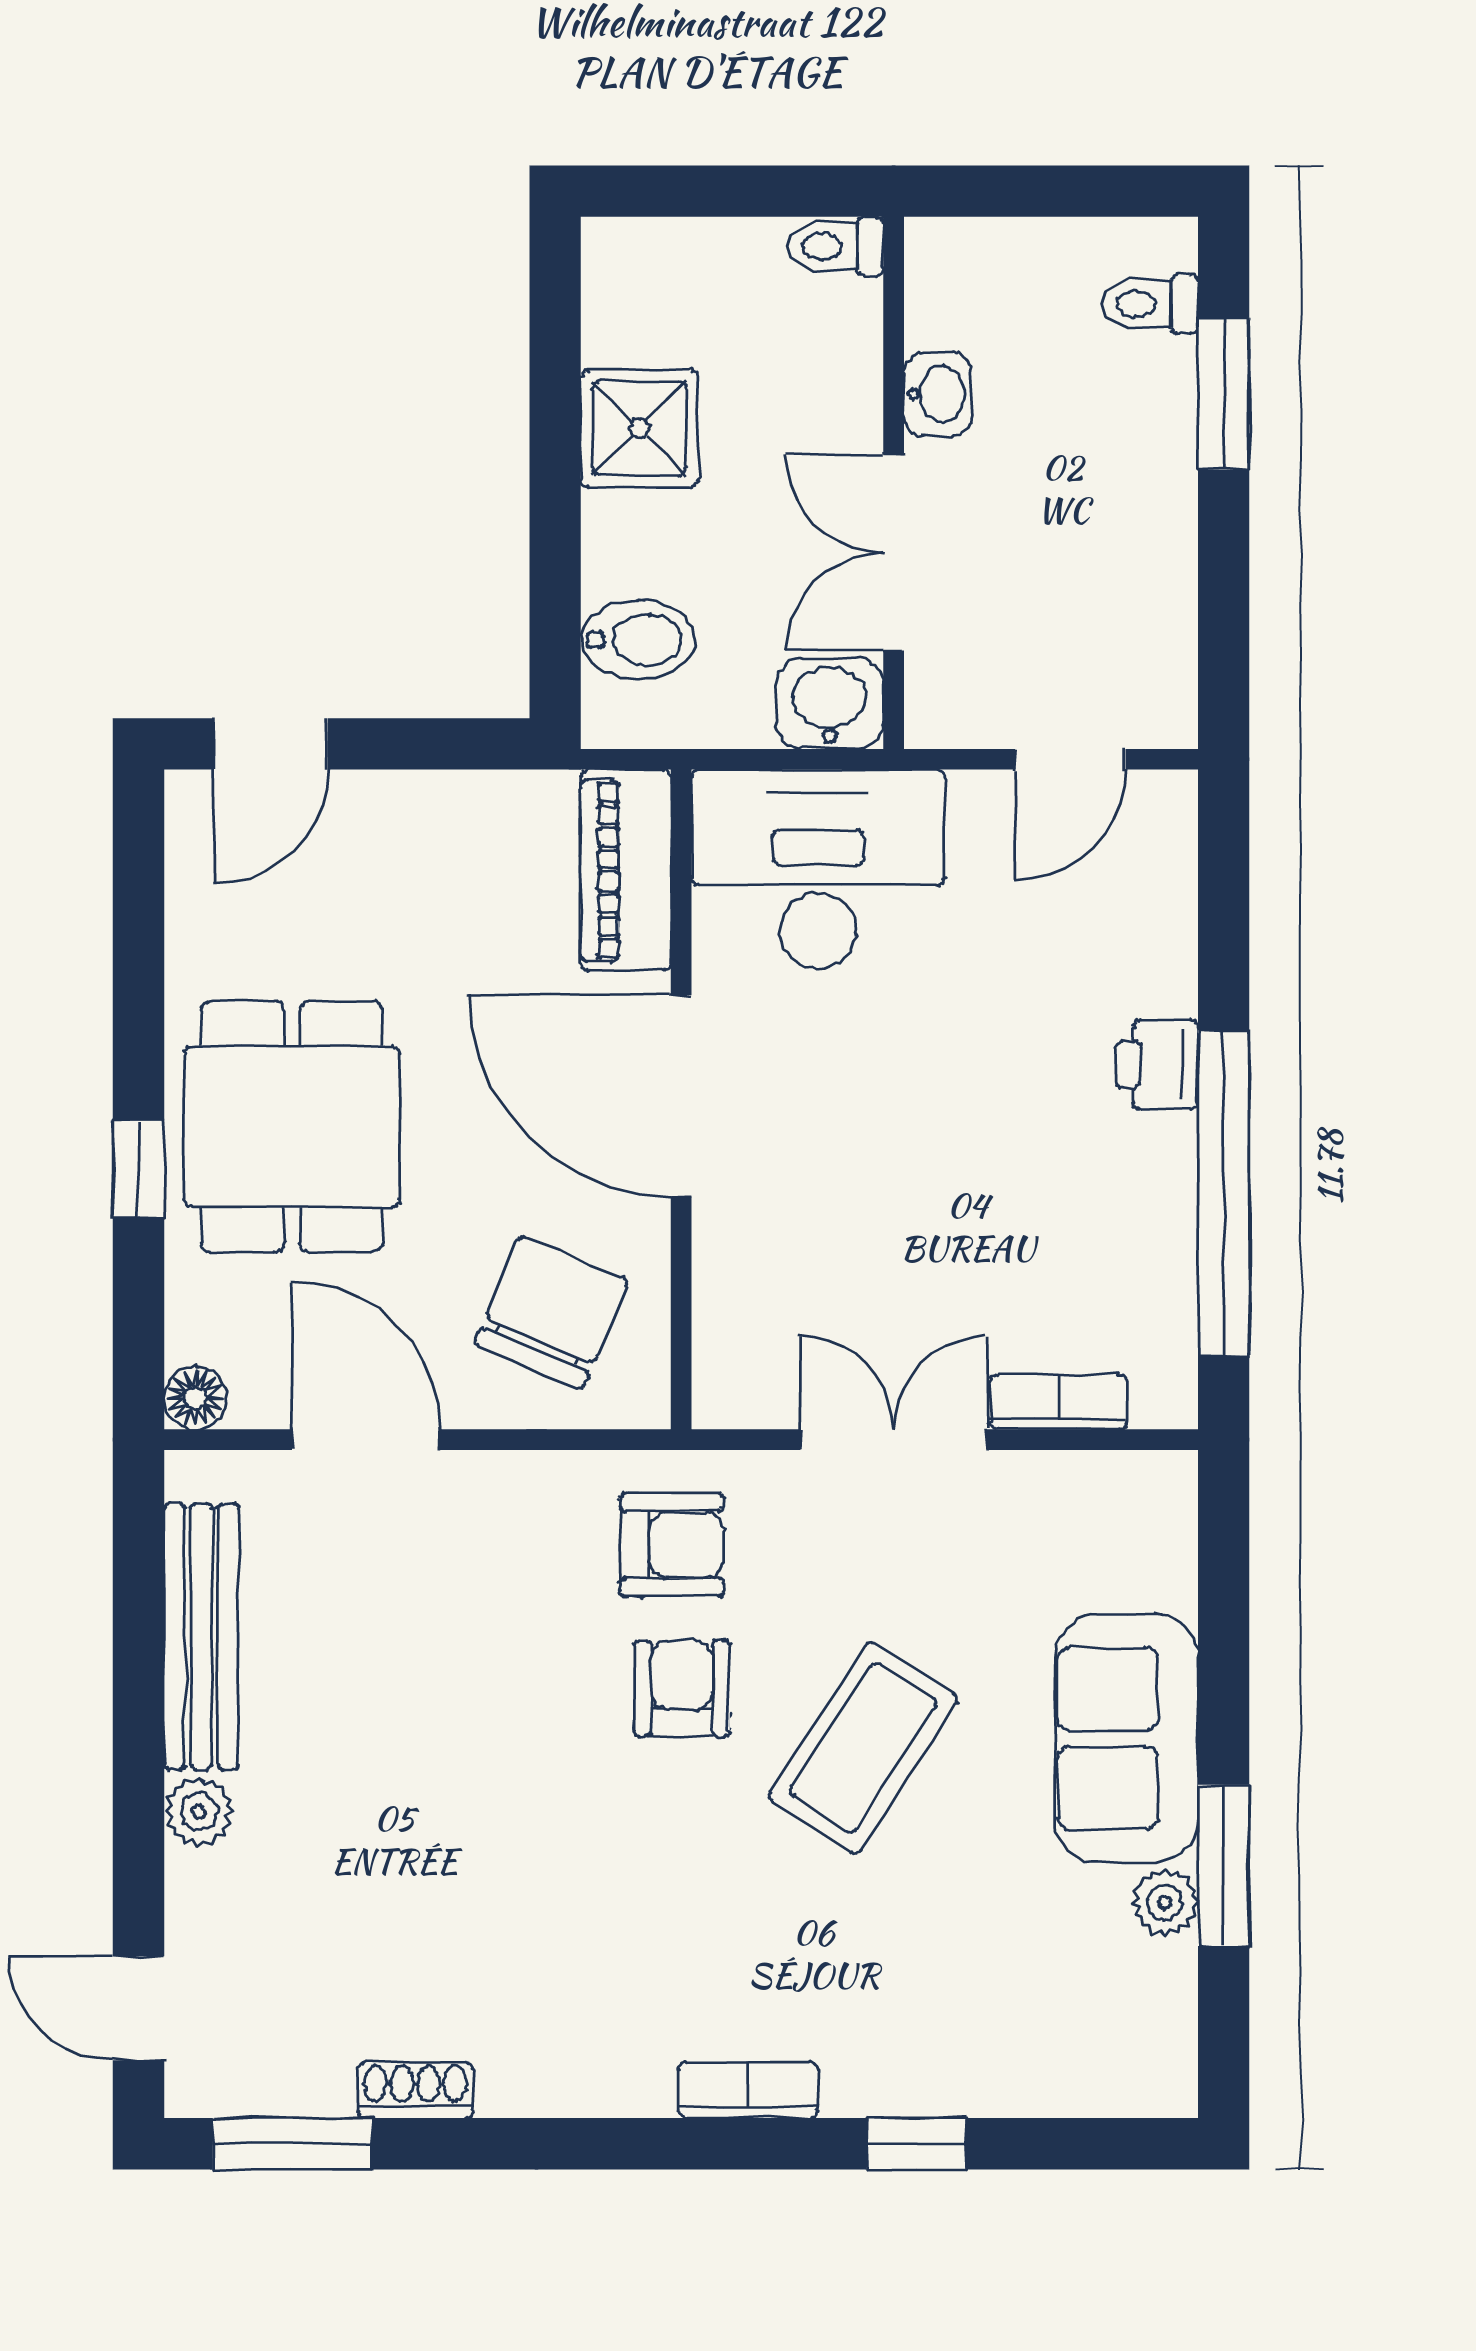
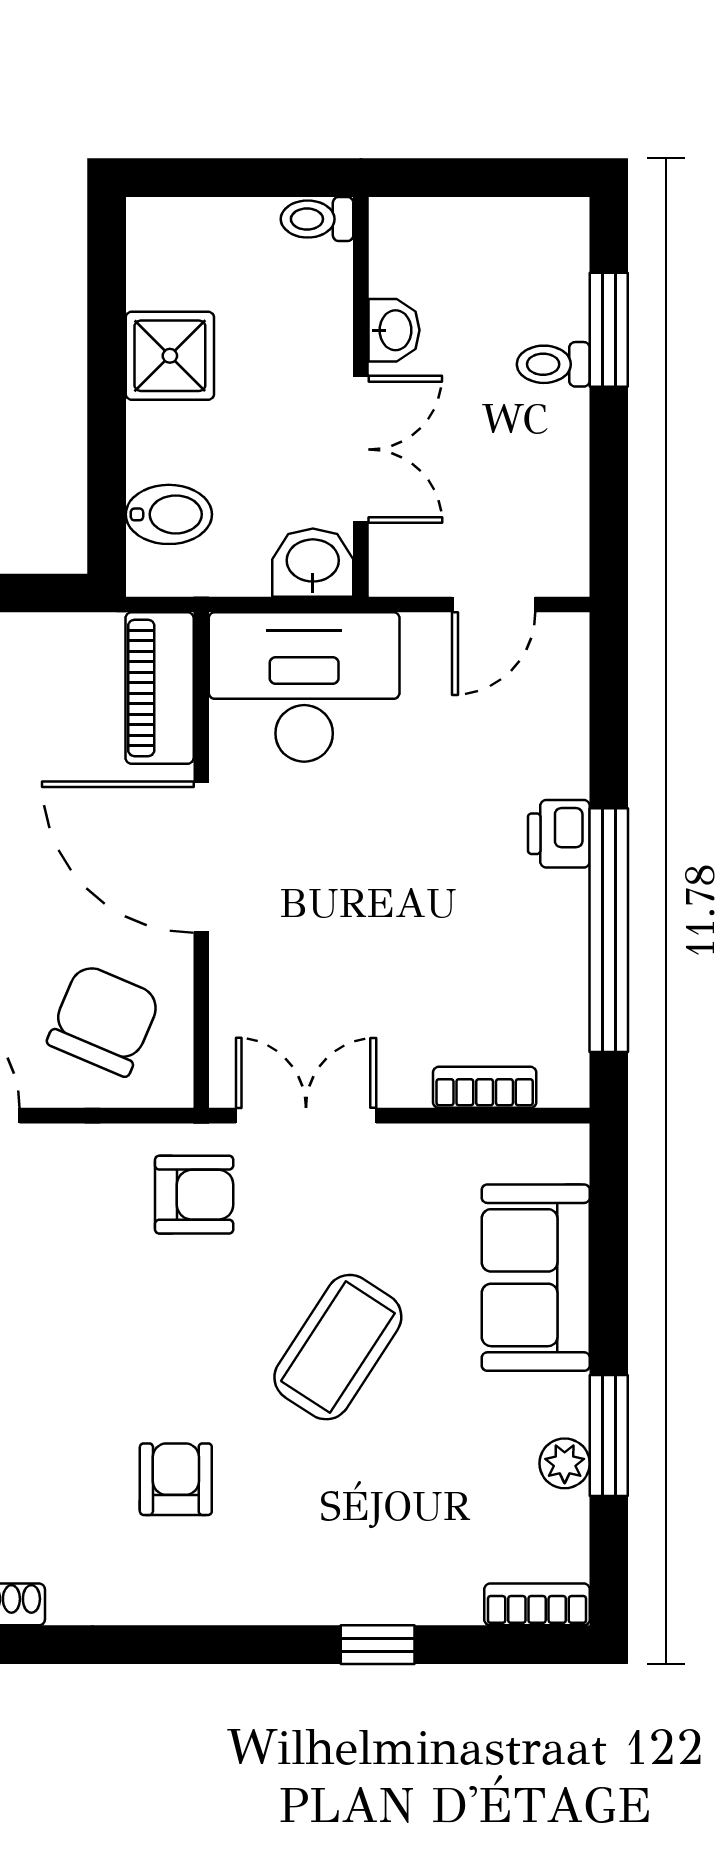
toilet: (1150, 304) -> (553, 364), moved
double door: (894, 553) -> (361, 449), swing flipped
double door: (894, 1440) -> (306, 1116), moved
armchair: (682, 1688) -> (176, 1479), moved
sofa: (1126, 1738) -> (536, 1278), moved
bookcase: (748, 2090) -> (537, 1604), moved

